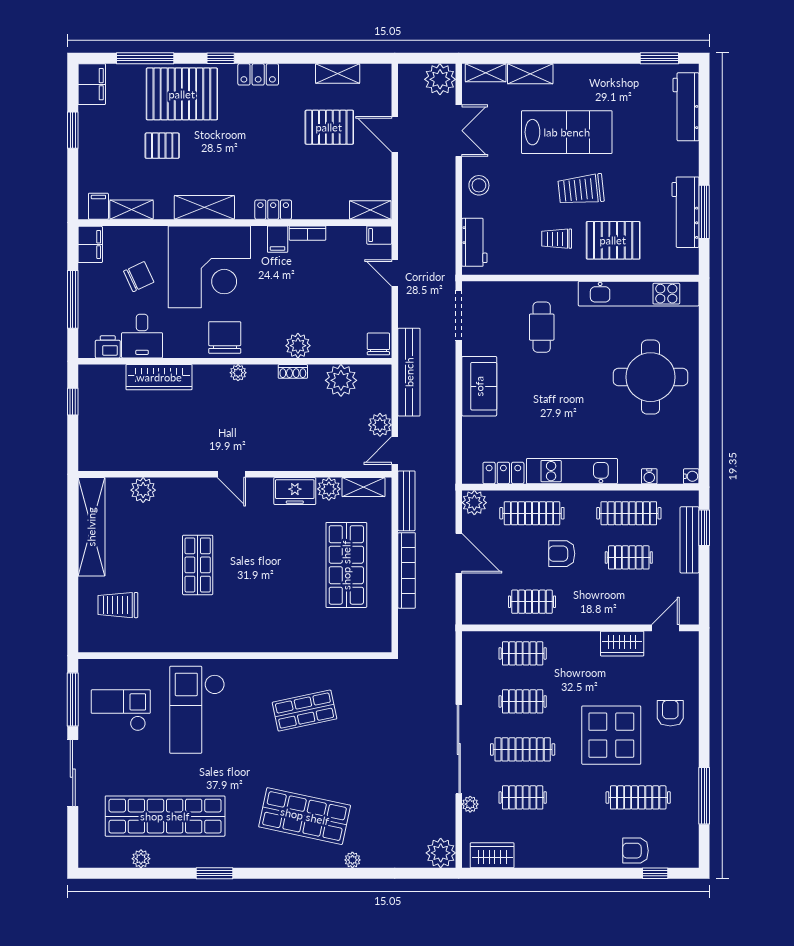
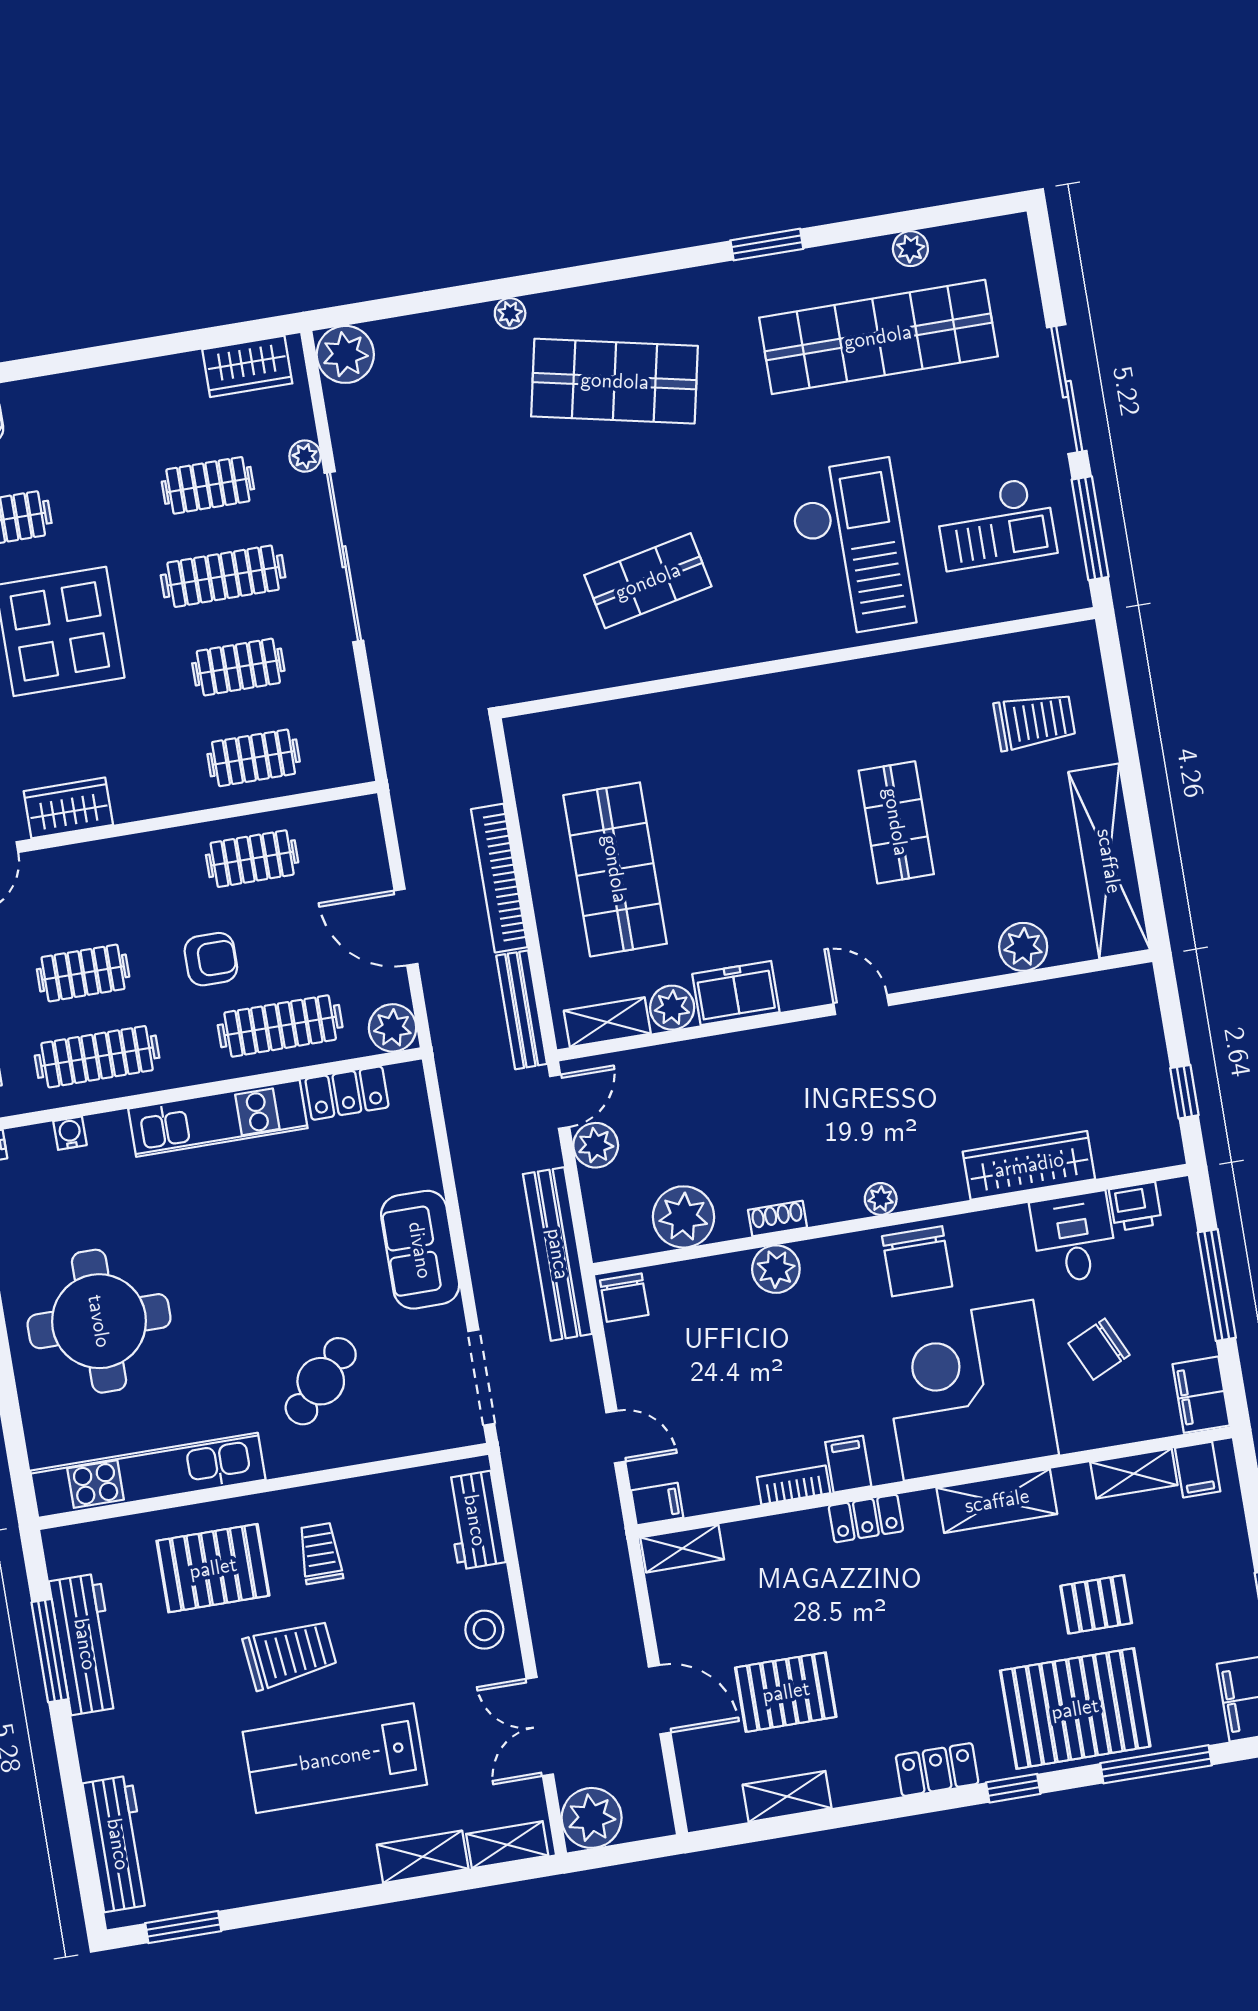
trolley: (557, 239) -> (320, 1553), turned -90
cafe table: (542, 327) -> (321, 1381), turned 44

